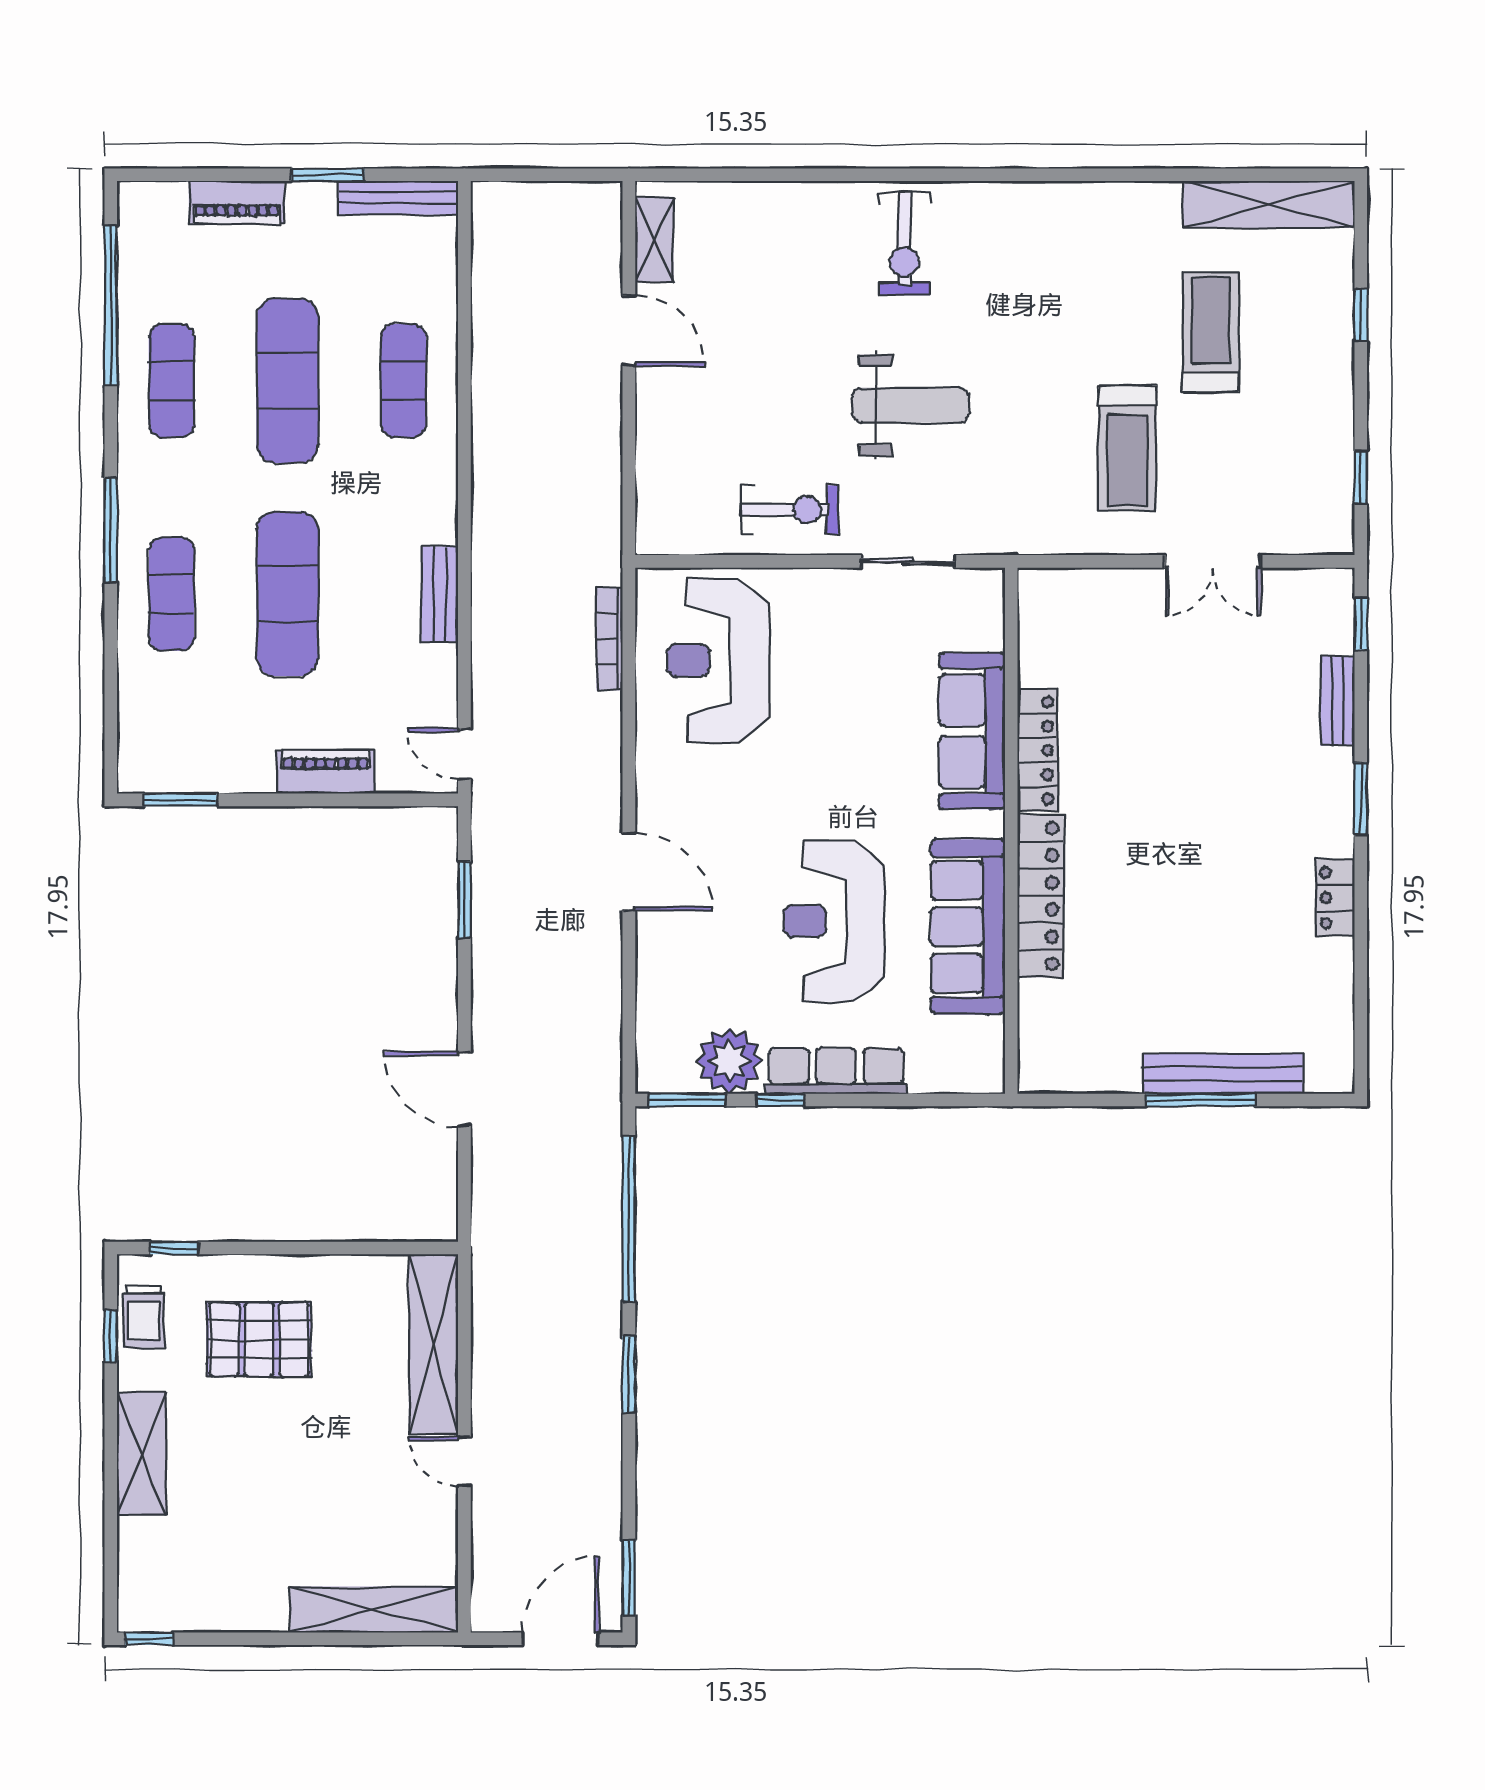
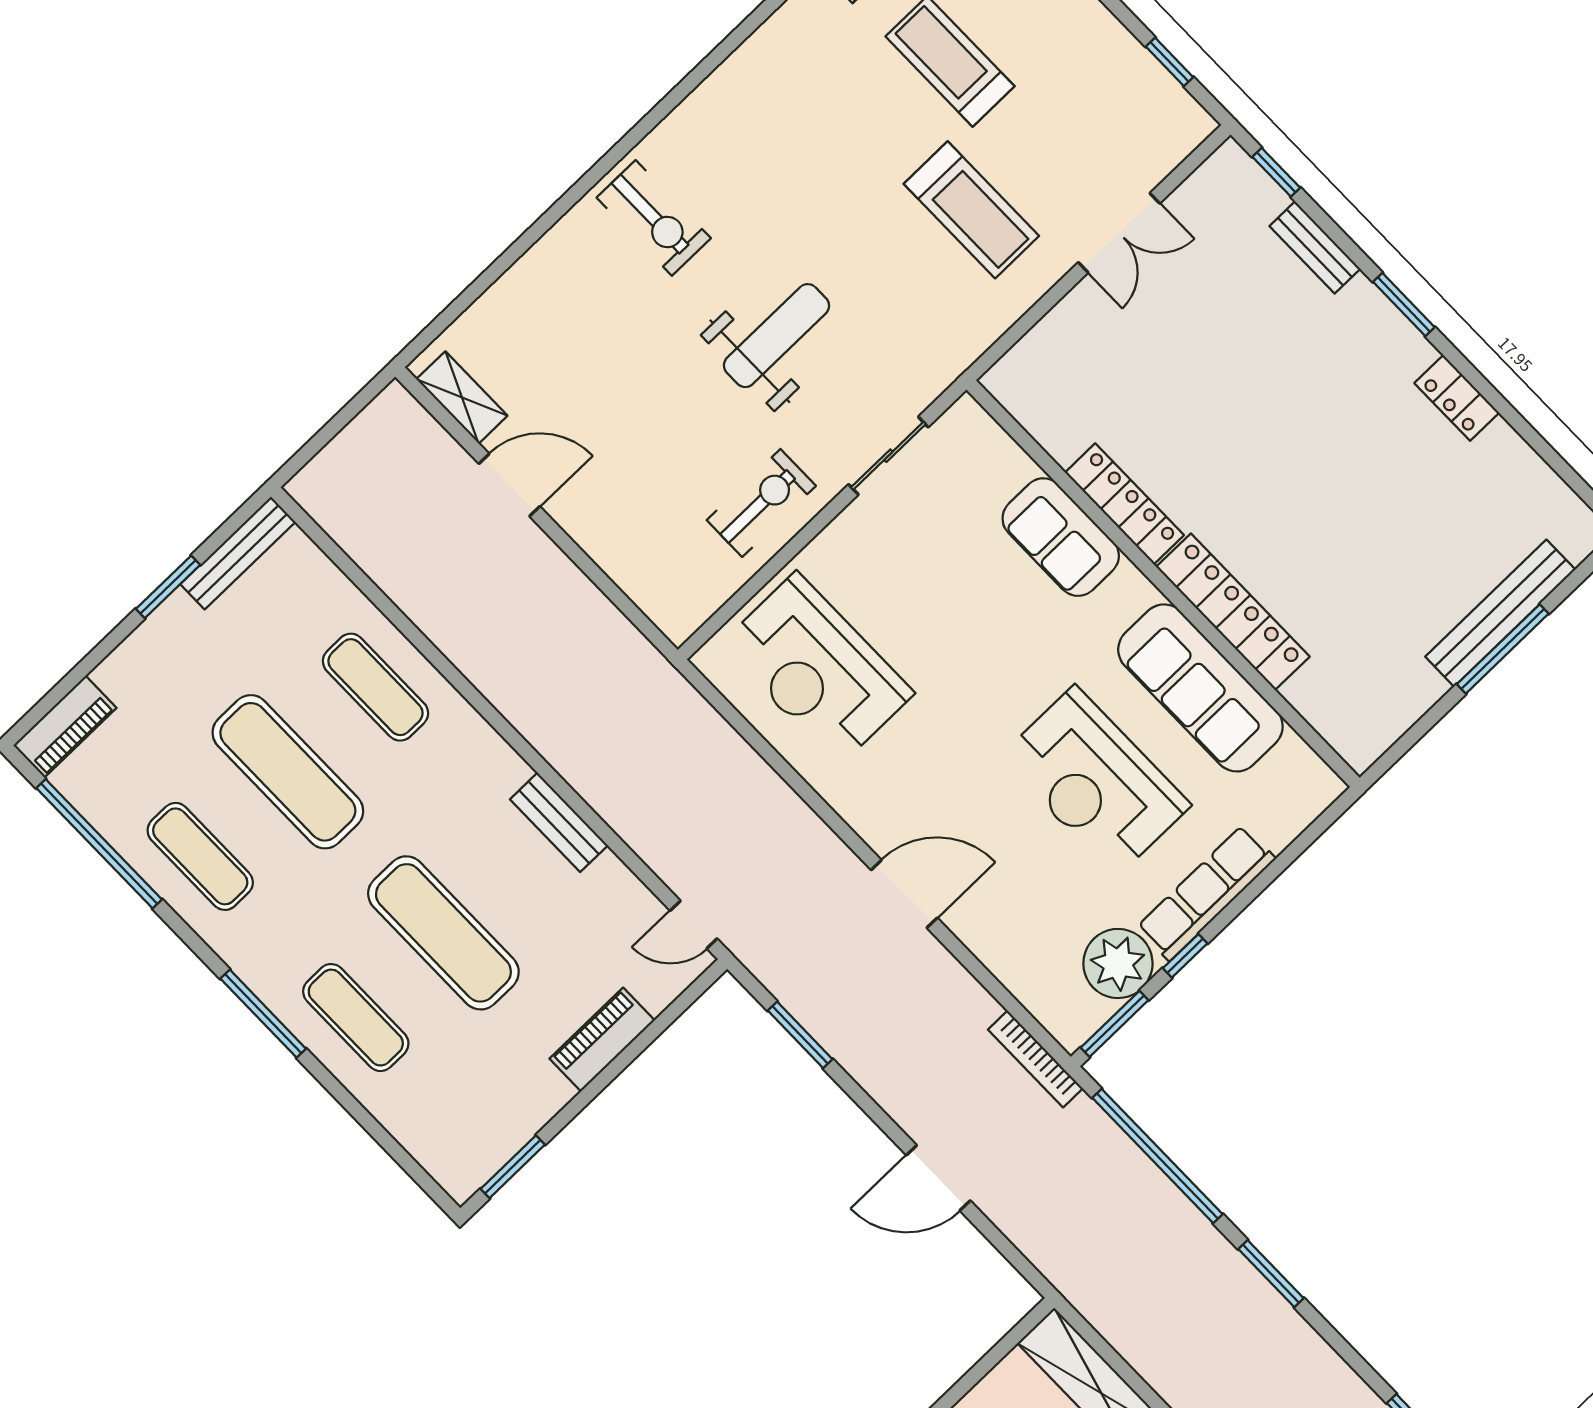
piano: (237, 202) -> (65, 727), moved
bookcase: (609, 639) -> (1035, 1059), moved
sofa: (972, 731) -> (1061, 537), width x0.73

